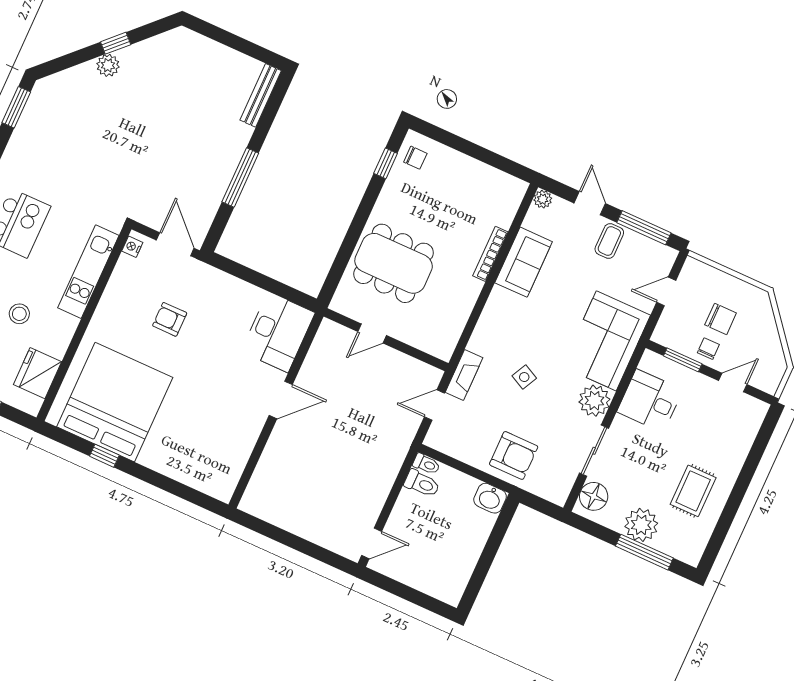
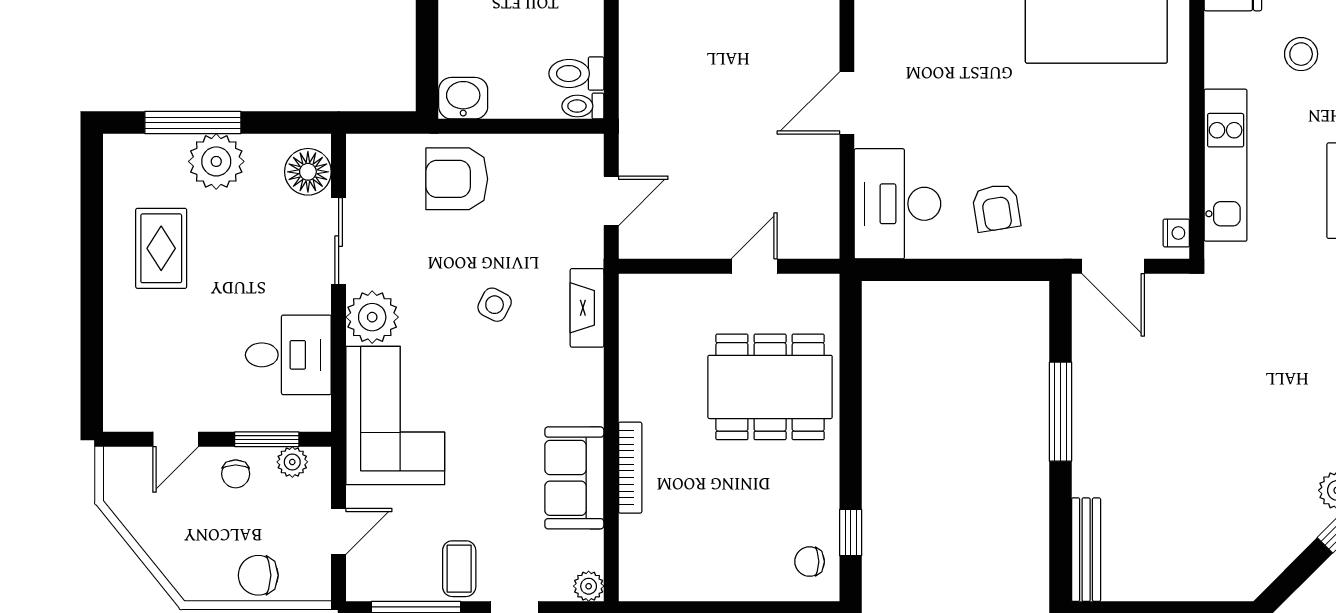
armchair: (170, 319) -> (996, 208), moved, turned 81
chair: (721, 319) -> (258, 575), moved
plant: (674, 341) -> (292, 462), added
fireplace: (464, 375) -> (587, 308), moved

